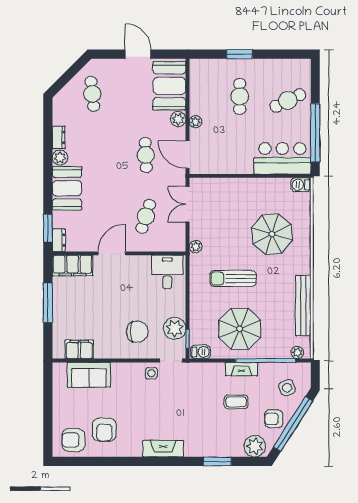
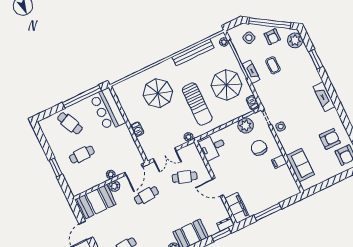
barbecue: (301, 185) -> (137, 129), moved
sun lounger: (233, 279) -> (197, 104), width x1.36, depth x1.34
filing cabinet: (79, 349) -> (279, 162), moved, width x0.50

